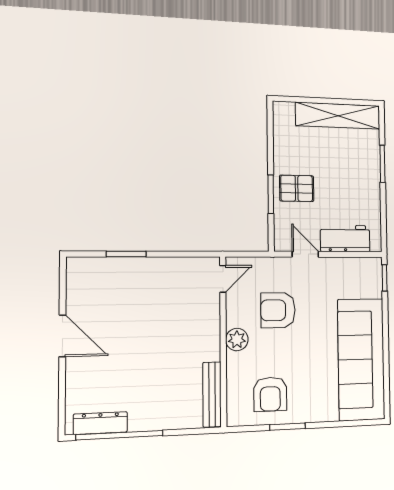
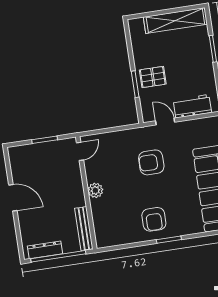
door: (223, 279) -> (80, 151), moved
plant: (237, 340) -> (95, 190), moved
wall: (223, 341) -> (86, 193), moved
bench: (212, 394) -> (84, 229), moved

